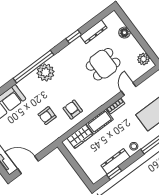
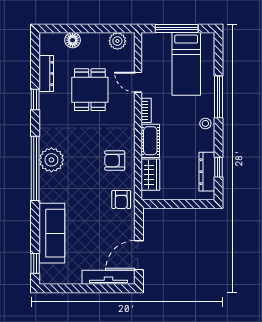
armchair: (47, 116) -> (121, 199), moved
dresser: (115, 161) -> (207, 172), moved

